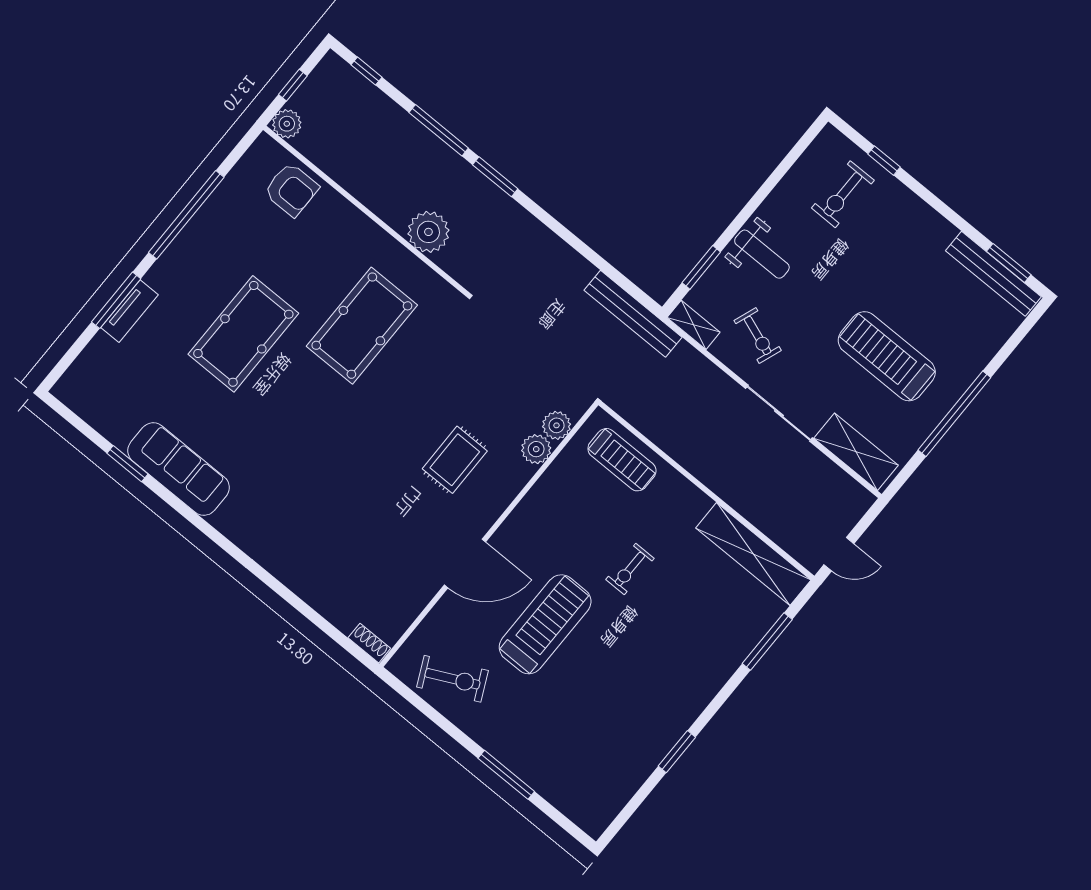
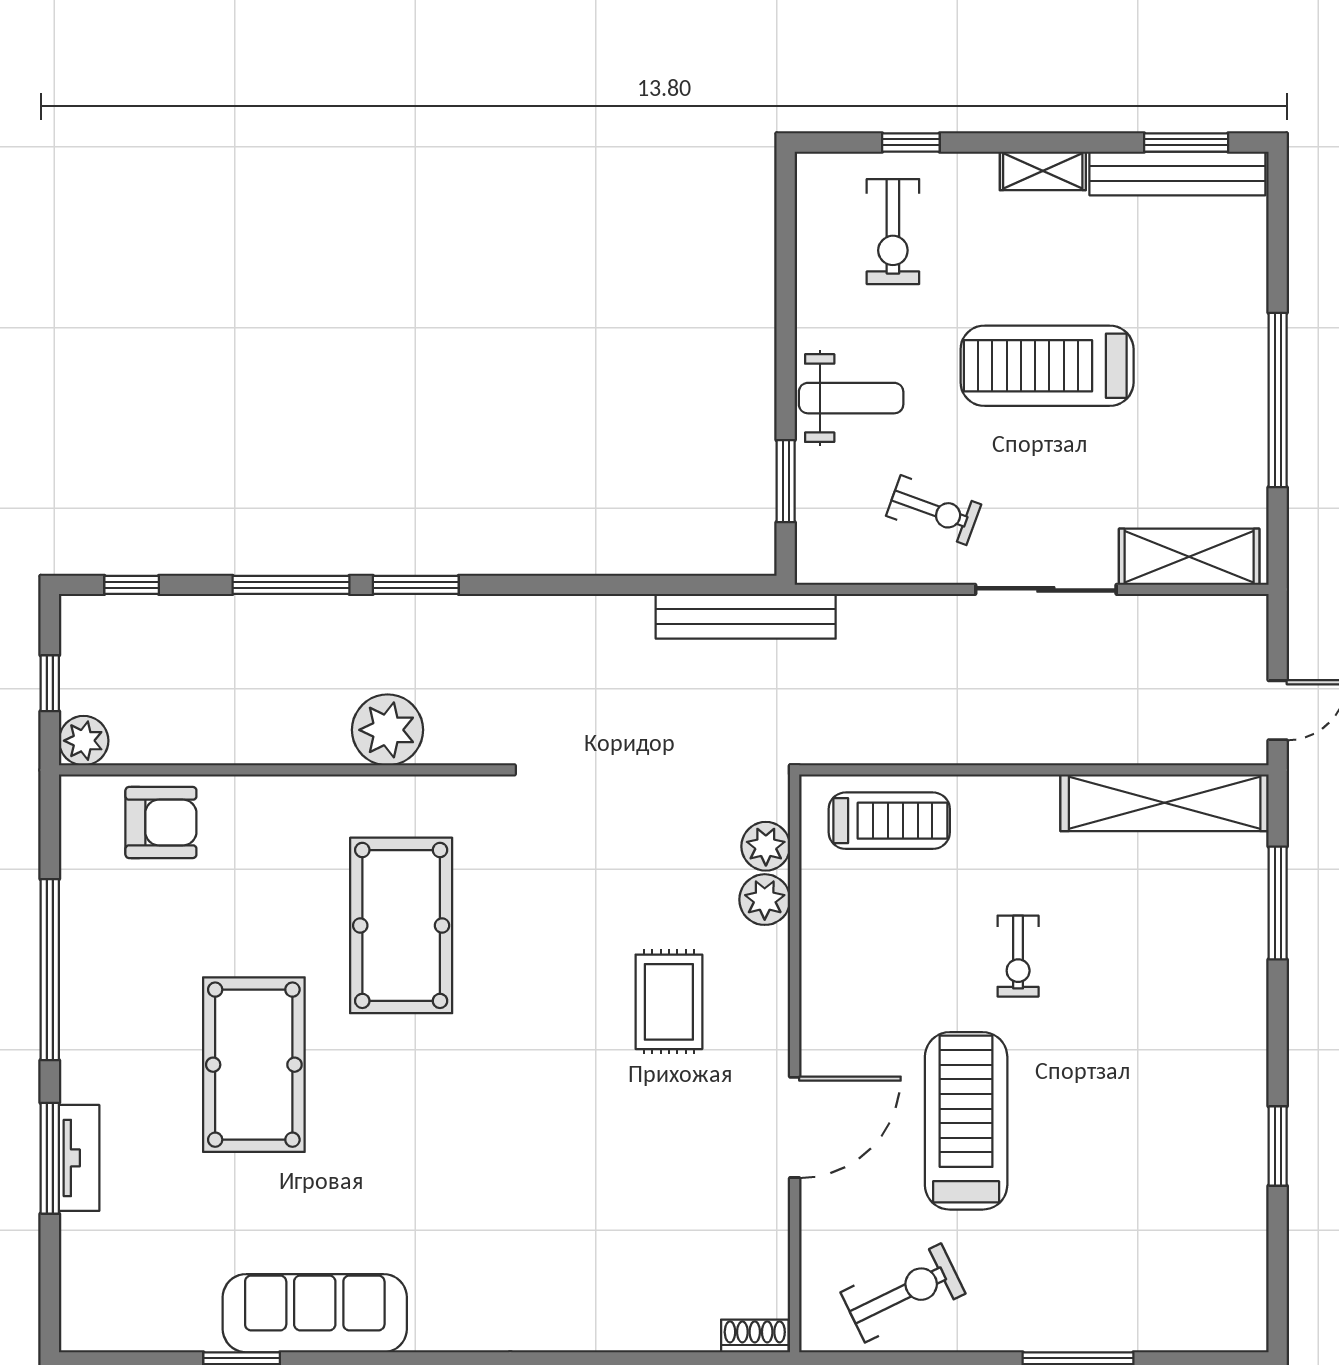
shelving: (694, 325) -> (1043, 171), moved
treadmill: (887, 356) -> (1047, 366), moved

